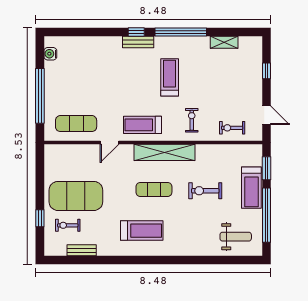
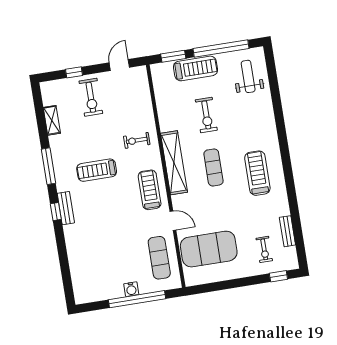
window: (181, 32) -> (48, 166), width x0.68
water cooler: (50, 54) -> (131, 289), moved
treadmill: (142, 125) -> (150, 190), turned 180
exercise bike: (232, 128) -> (91, 97), moved, width x1.38, depth x1.39
exercise mat: (76, 196) -> (209, 249), moved, turned 90
window: (40, 218) -> (278, 276), moved

